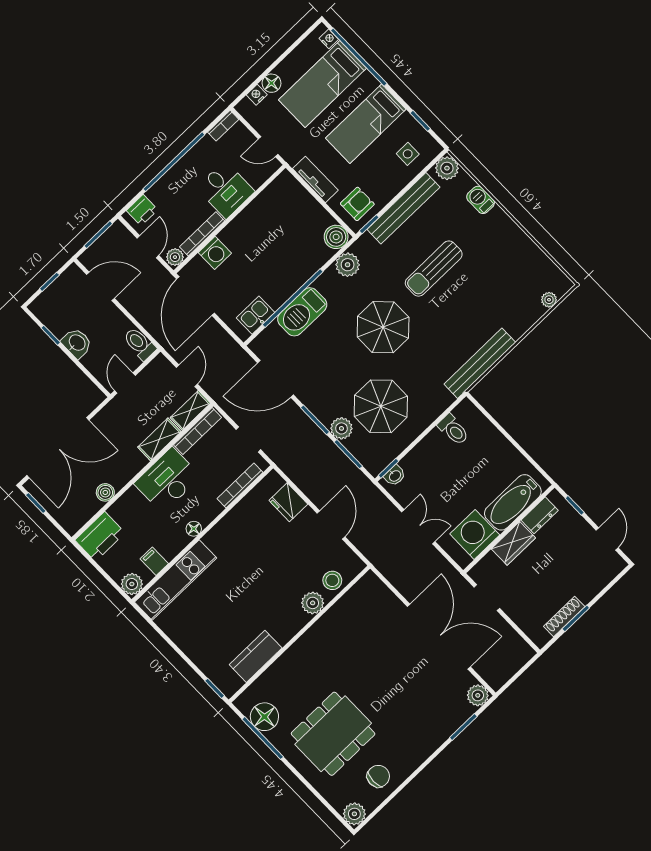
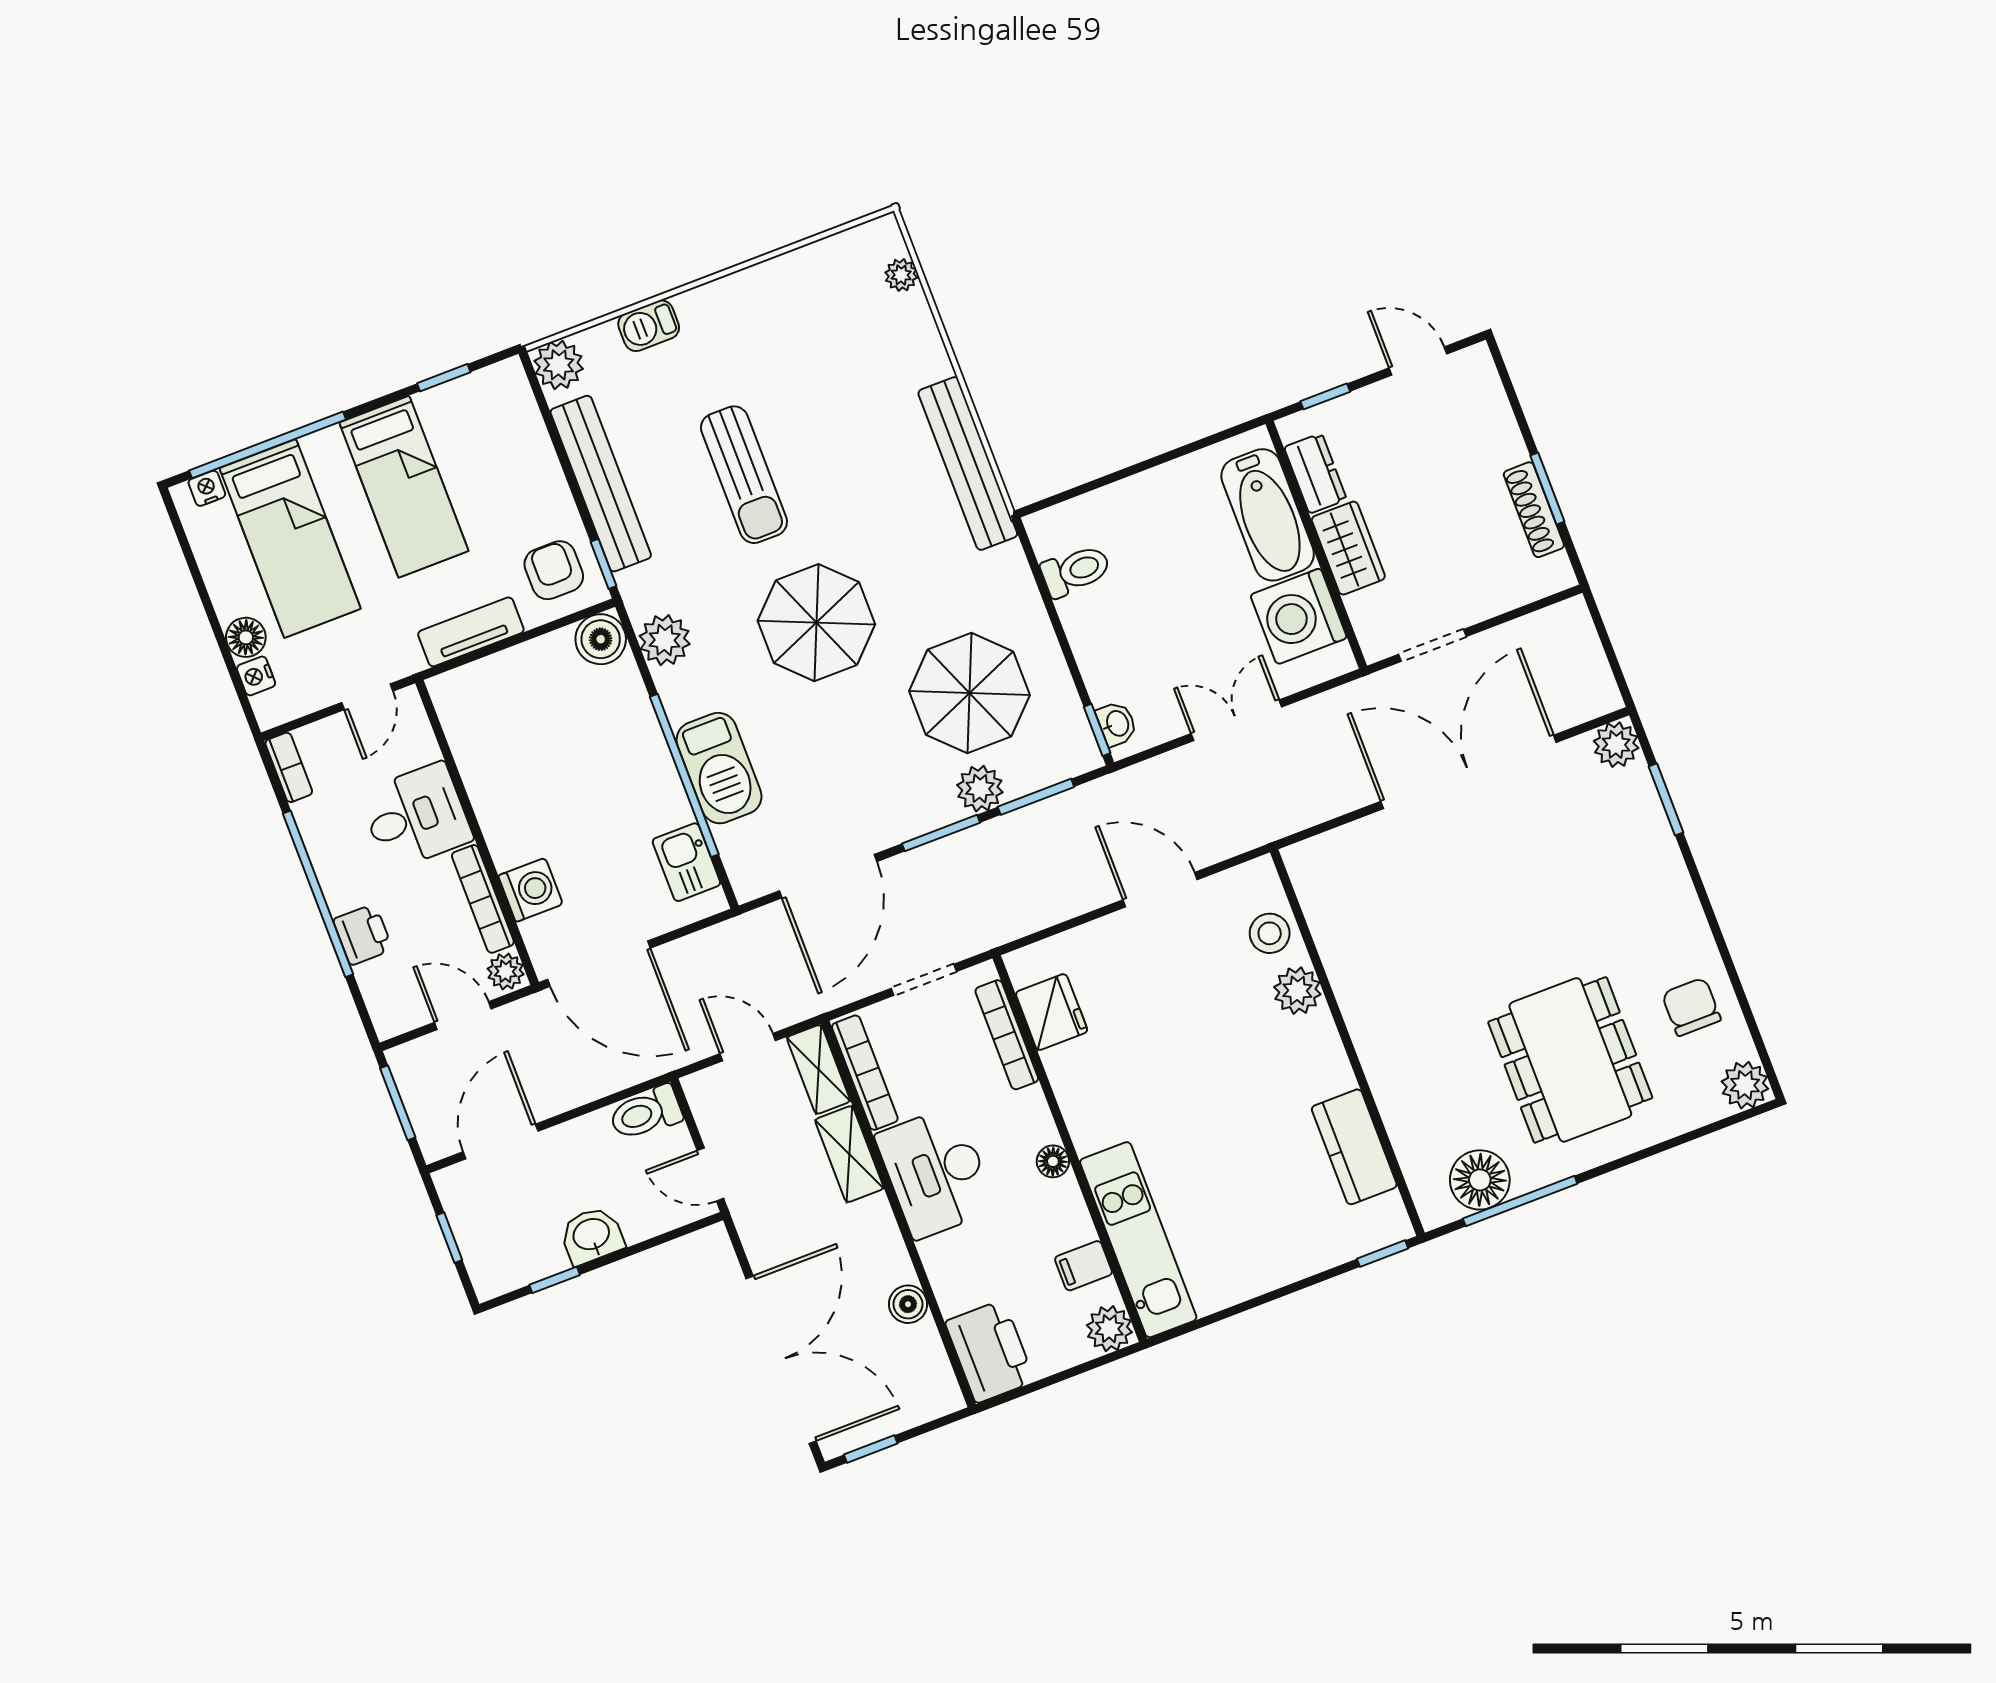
side table: (408, 154) -> (498, 430), removed
printer: (142, 210) -> (363, 935), moved
fridge: (288, 502) -> (1052, 1012), moved, turned -90

